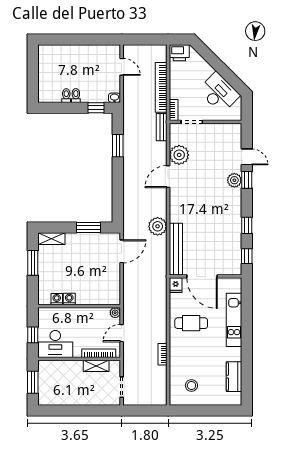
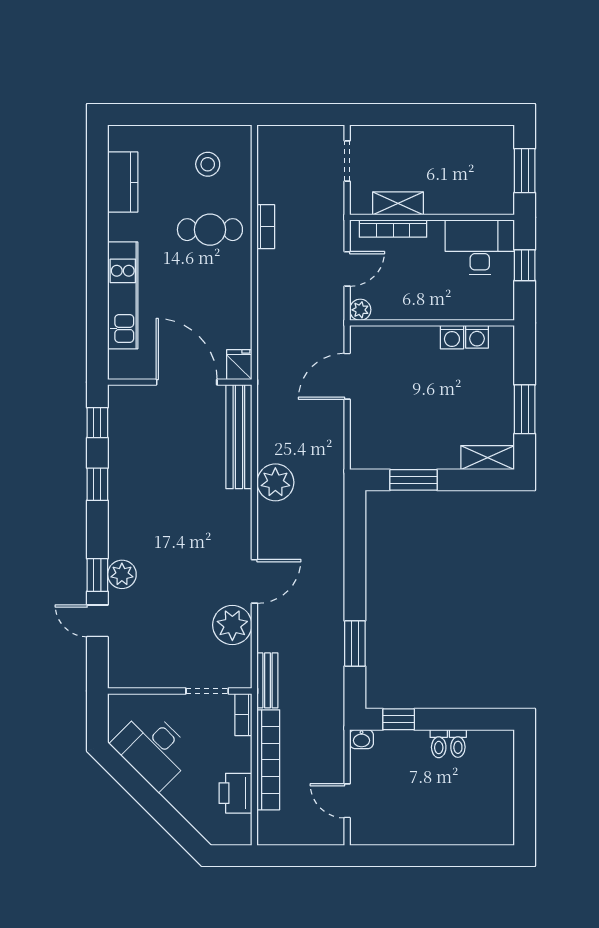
printer: (179, 53) -> (235, 793), moved, turned -90
door: (122, 251) -> (347, 376), moved
cafe table: (191, 323) -> (210, 230), moved

